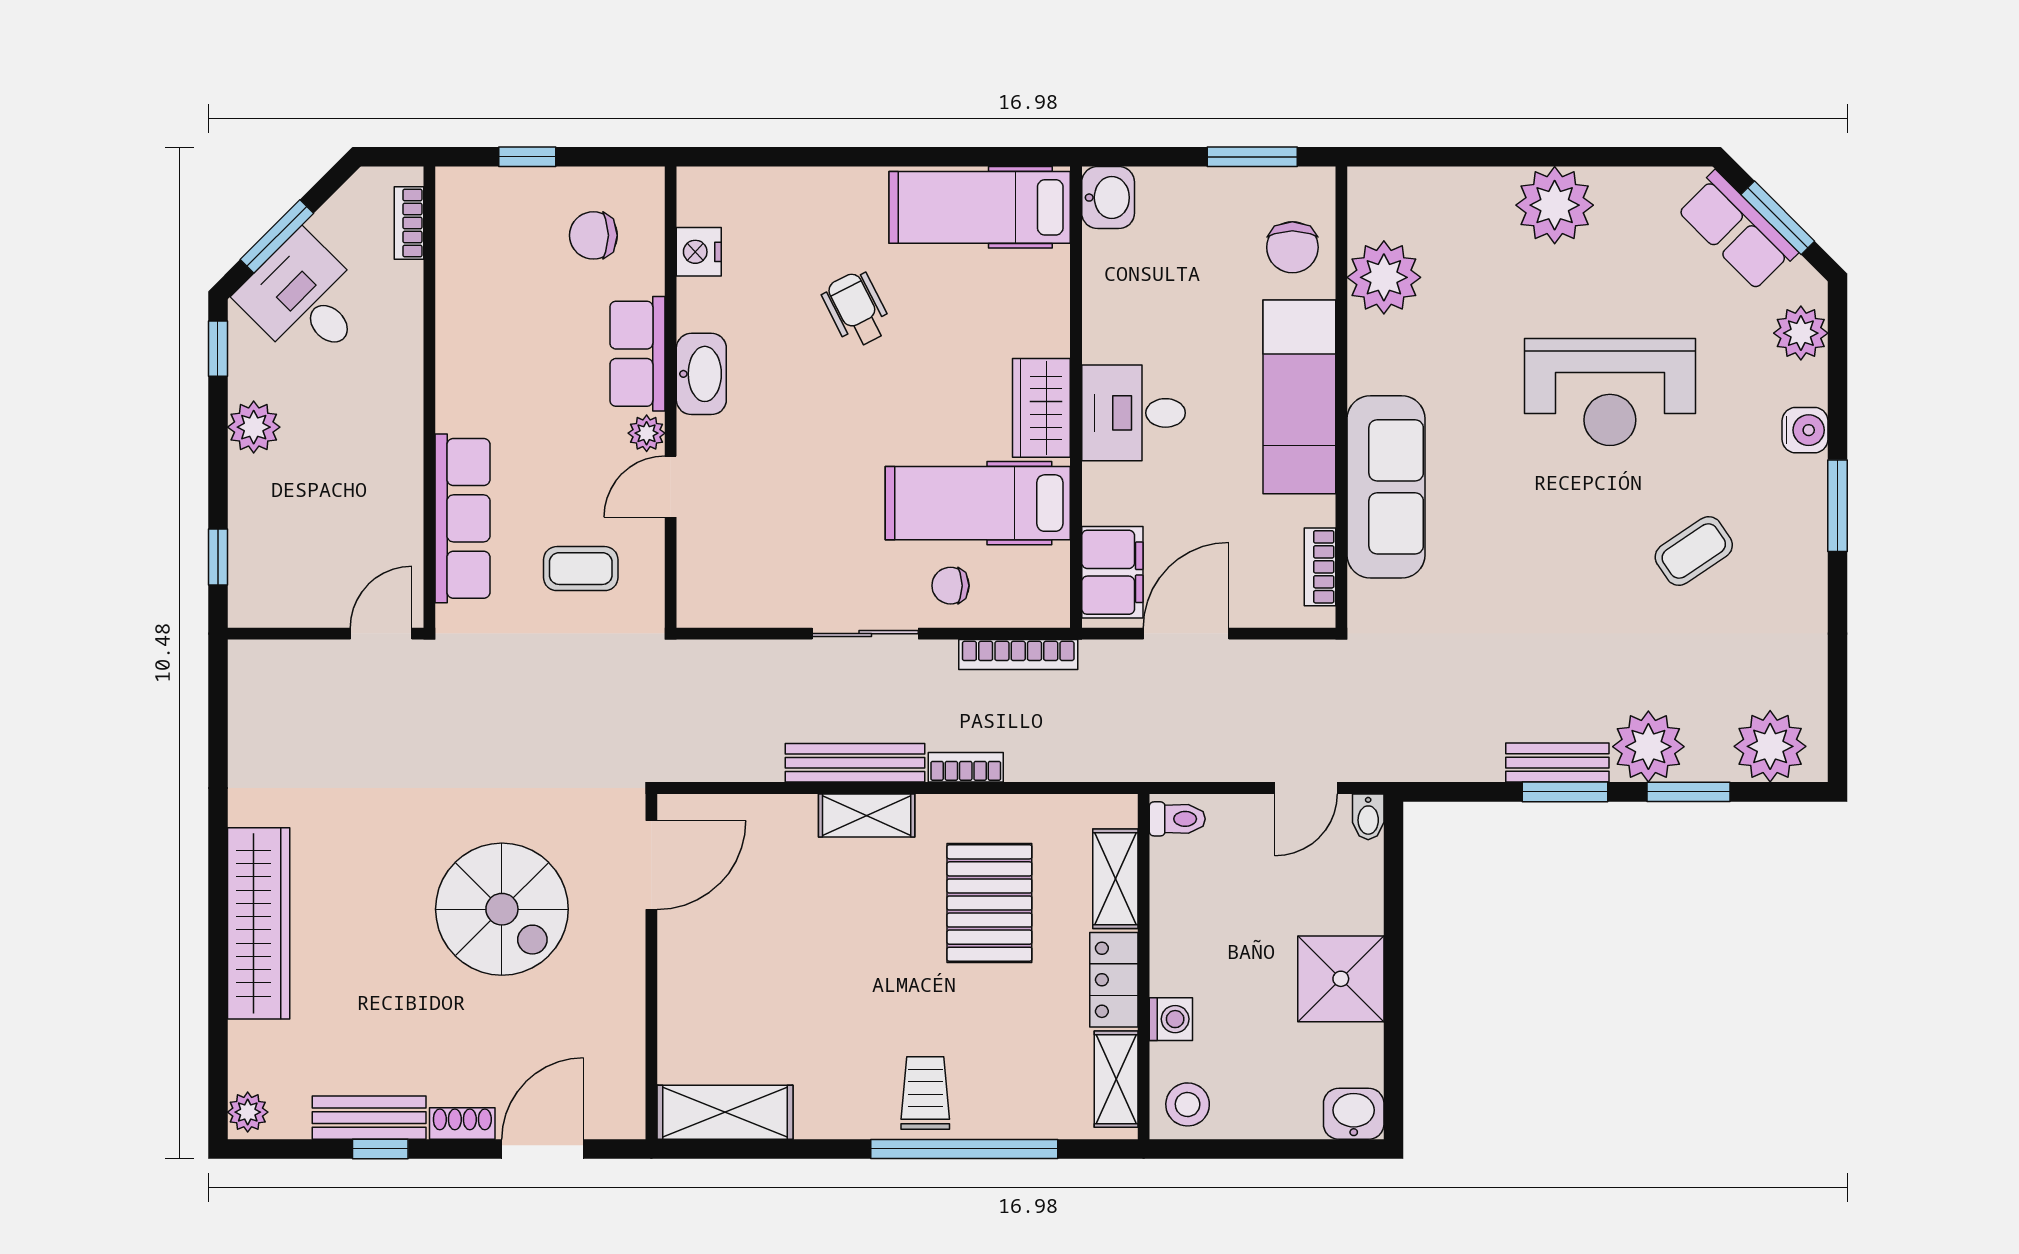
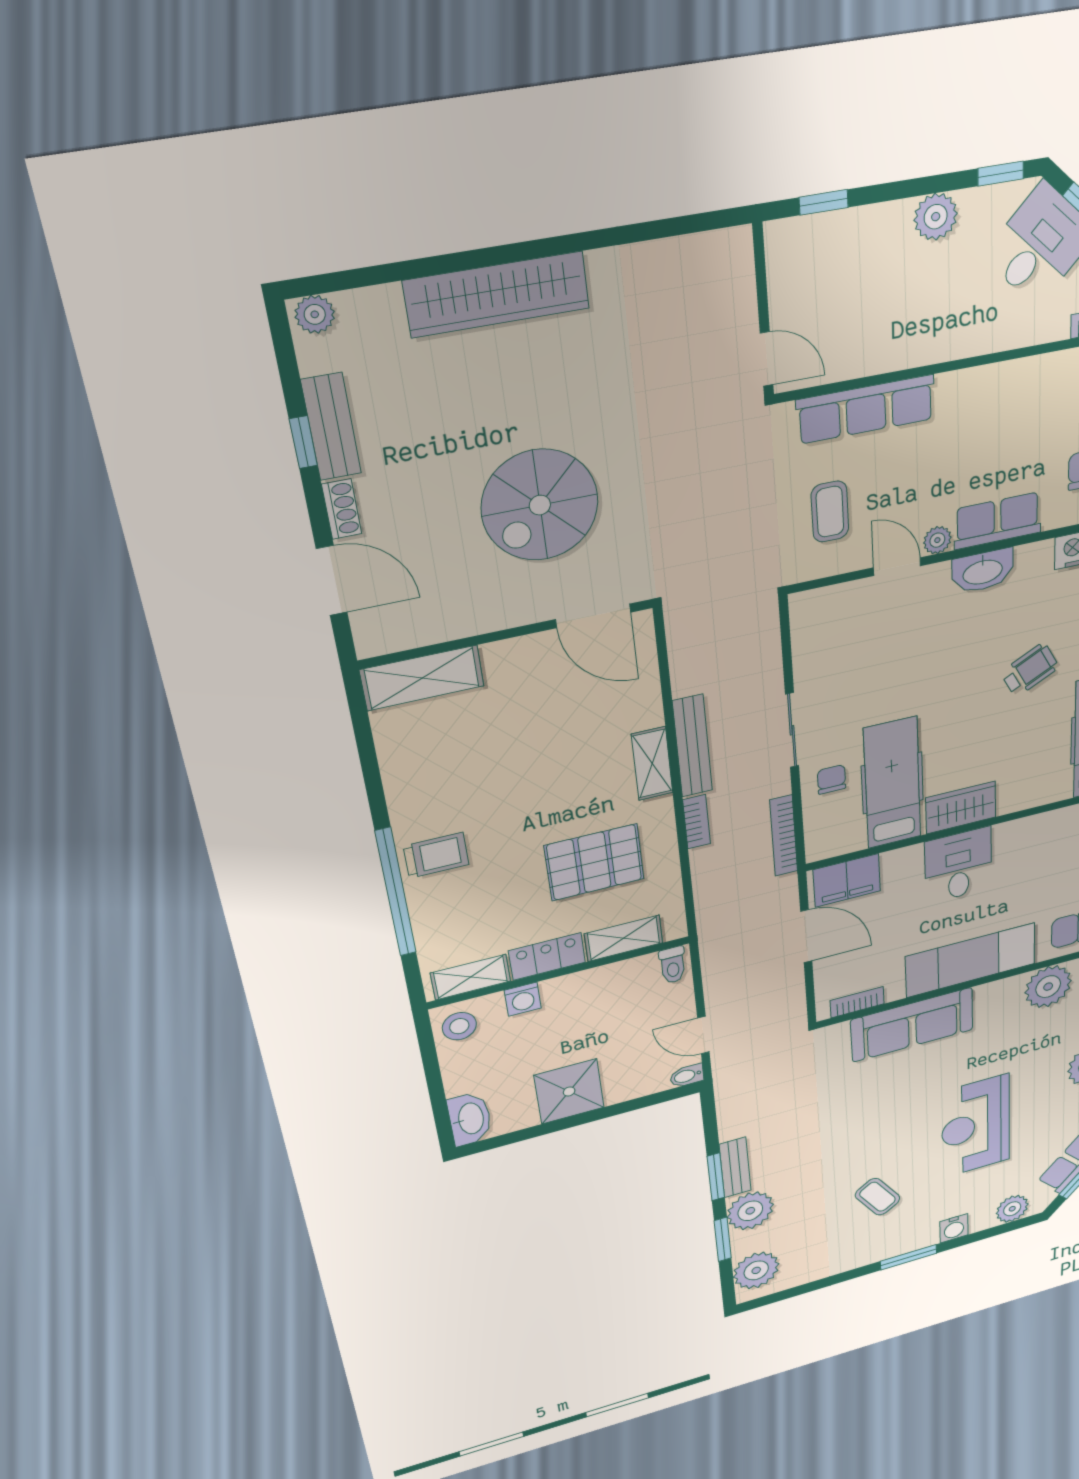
shelving: (725, 1112) -> (422, 678), moved, turned 90
washbasin: (1354, 1114) -> (470, 1119), width x1.38

